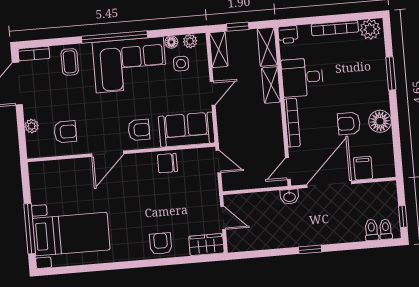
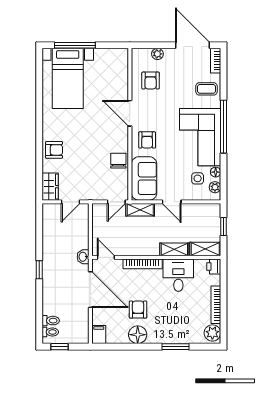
shelving: (219, 49) -> (140, 210), moved
filing cabinet: (363, 168) -> (99, 334), moved, turned -90

